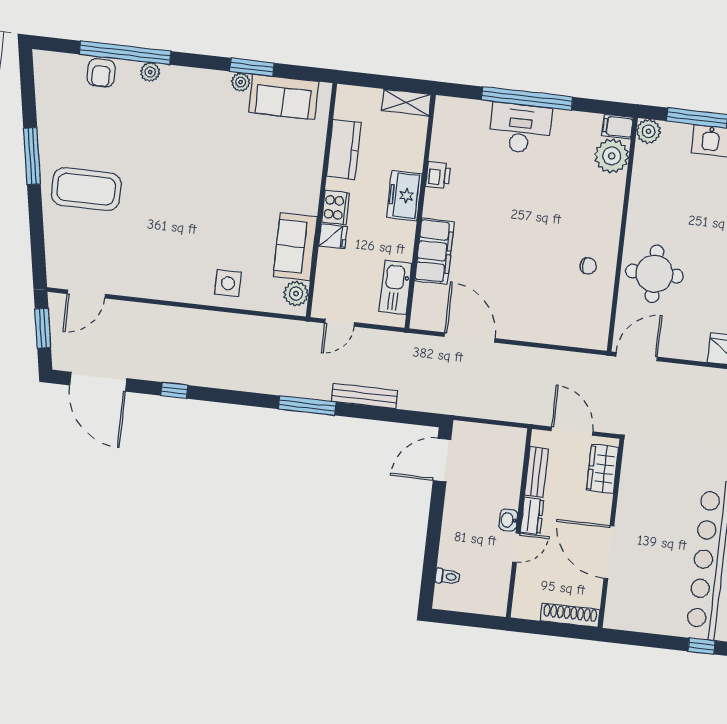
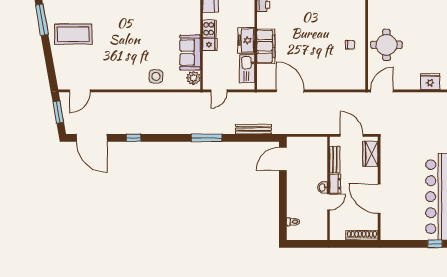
freezer: (404, 196) -> (246, 40), moved
bench: (364, 396) -> (253, 129), moved

